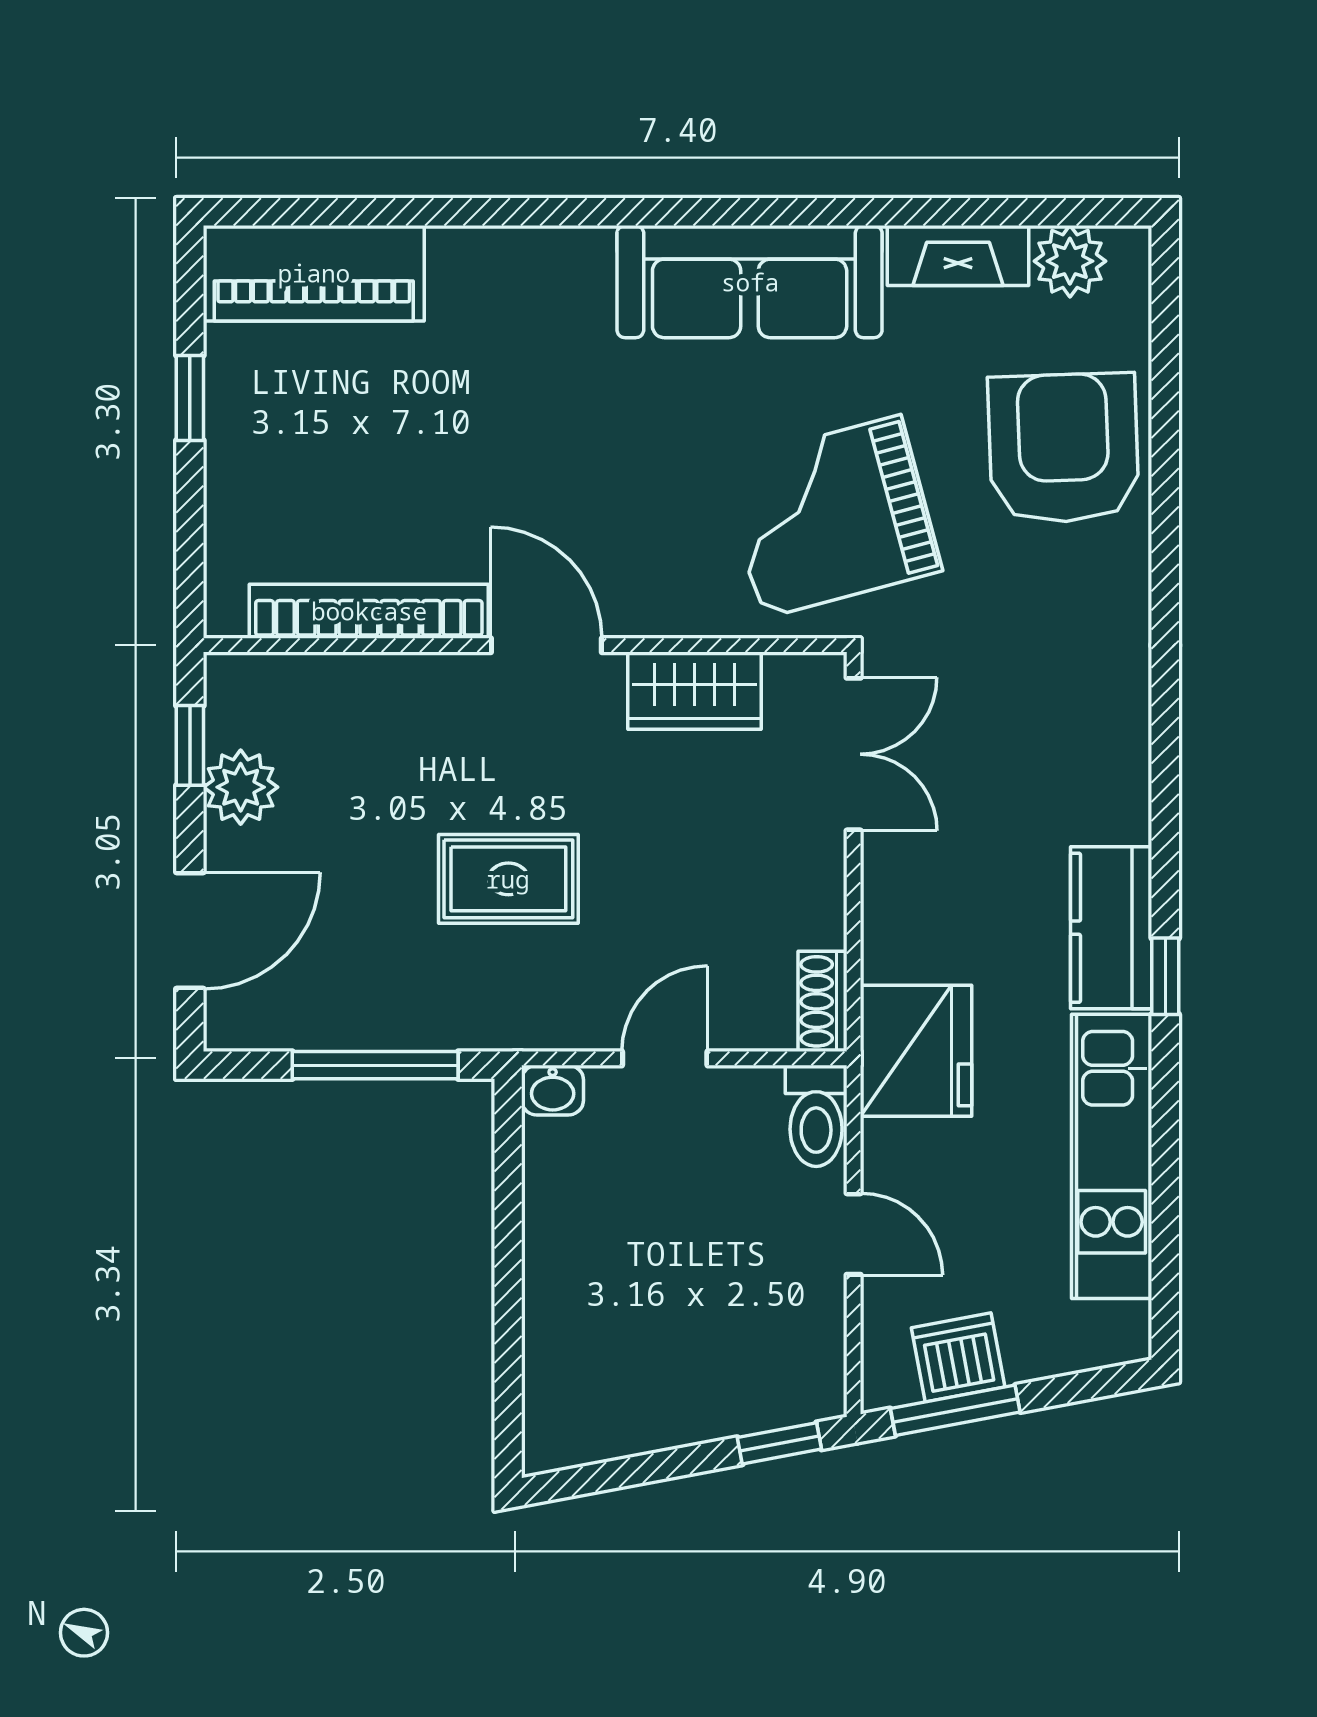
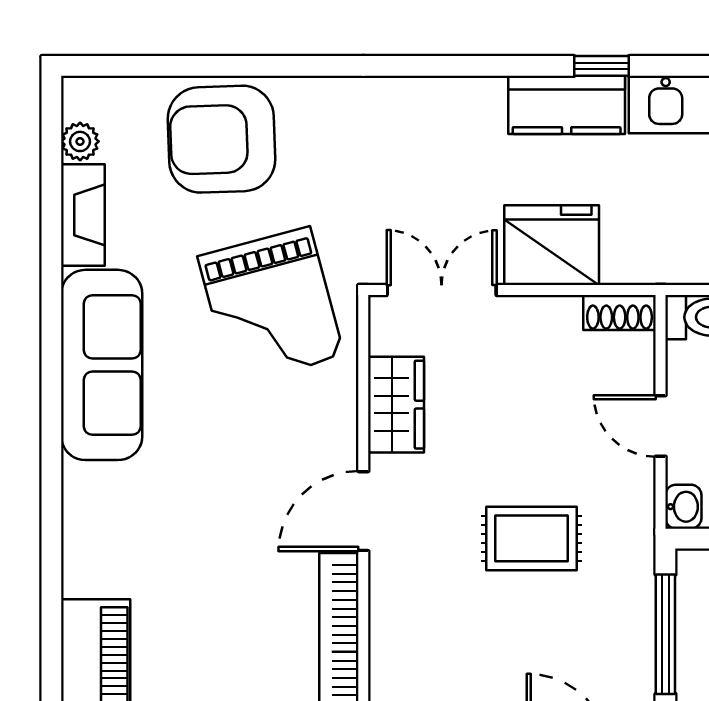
plant: (1070, 261) -> (80, 141), width x0.73, depth x0.73
rug: (508, 879) -> (531, 538), turned 90
fridge: (916, 1051) -> (552, 245), moved

